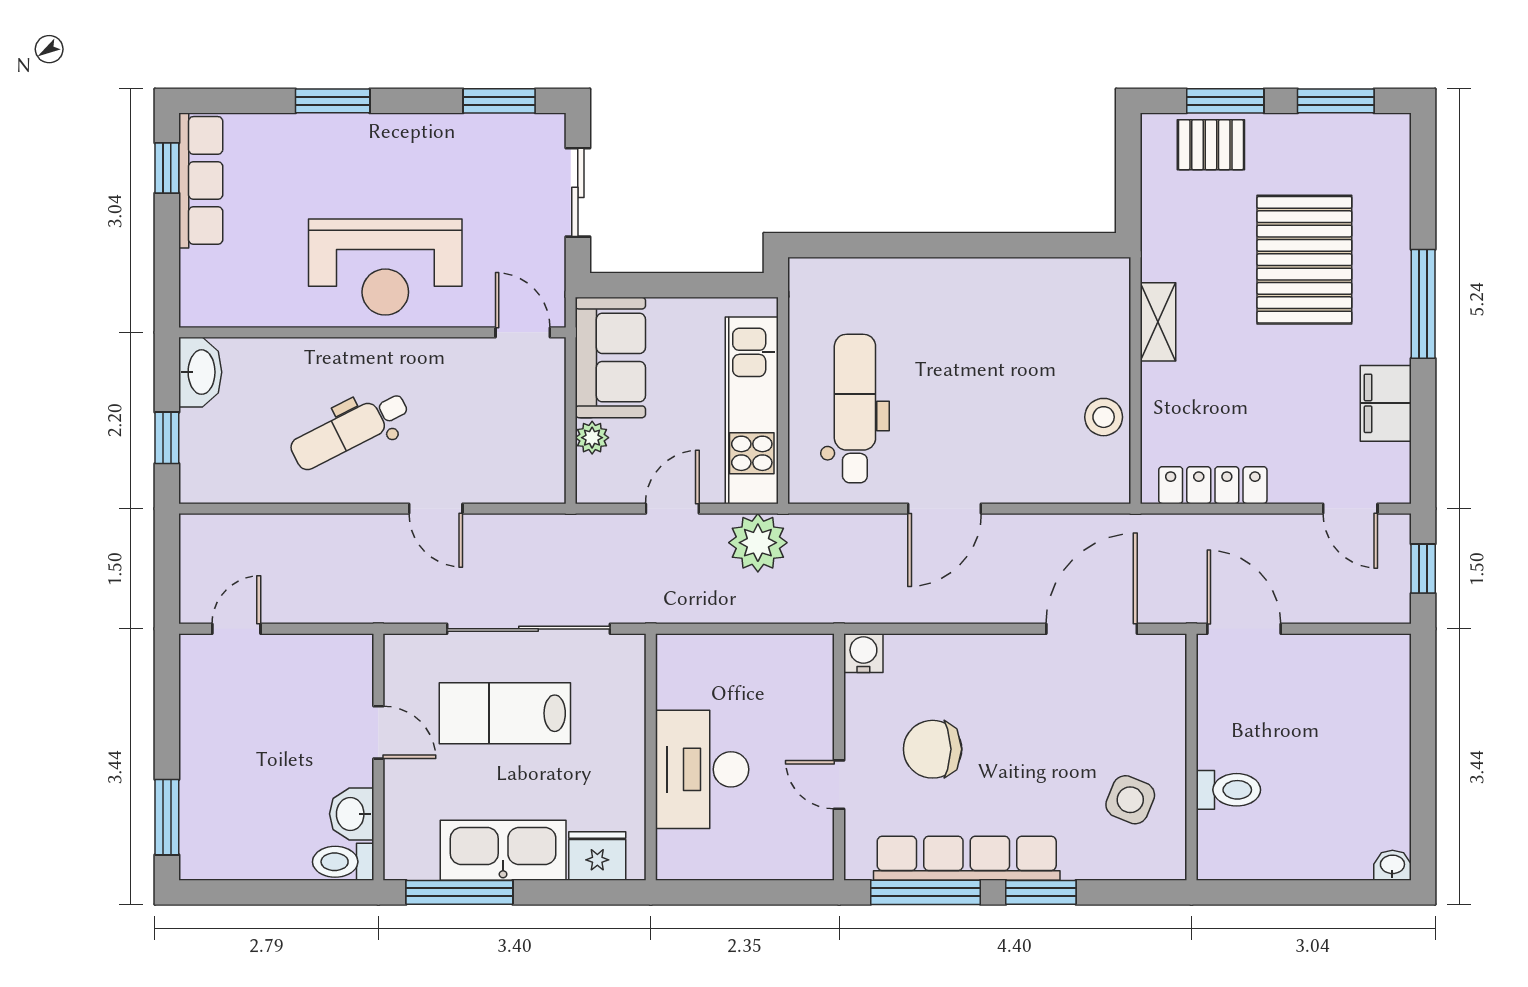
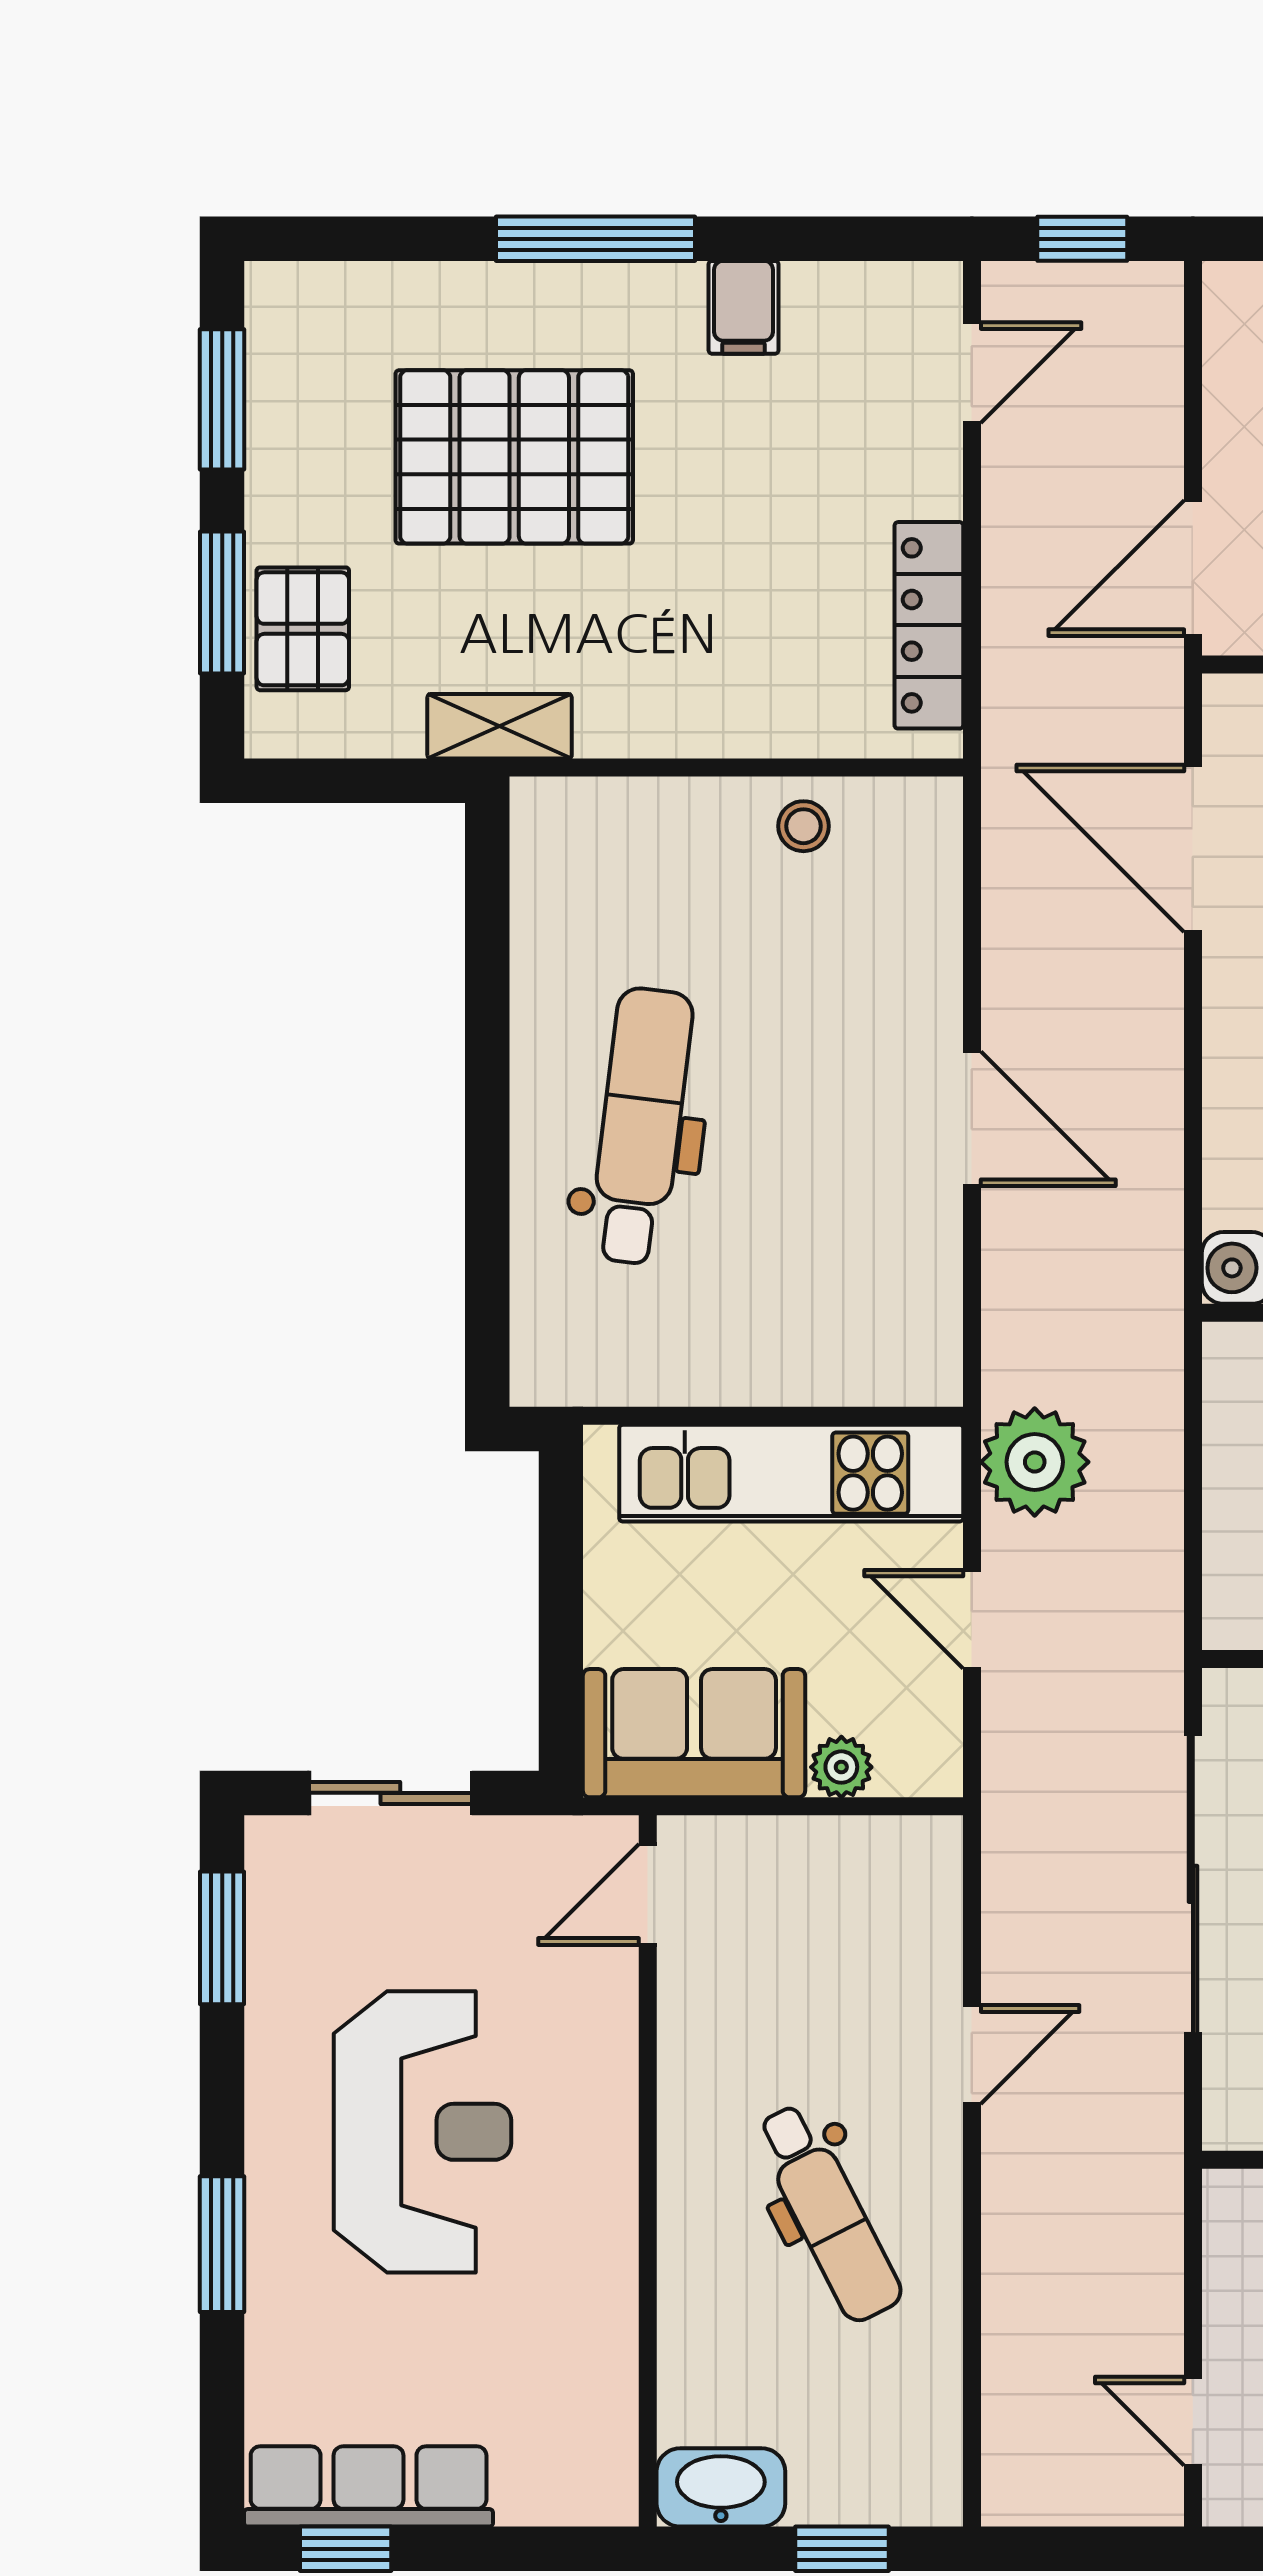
reception desk: (385, 267) -> (422, 2132), moved
shelving: (1158, 322) -> (500, 726), moved
filing cabinet: (1386, 403) -> (744, 307), width x0.50
dental chair: (855, 409) -> (641, 1126), moved, turned 97
stool: (1104, 417) -> (804, 826), width x0.73, depth x0.73

